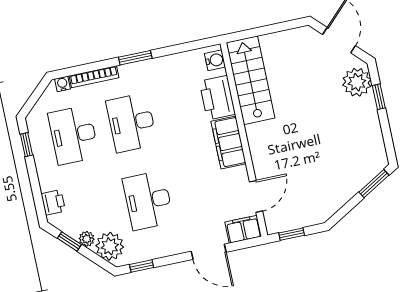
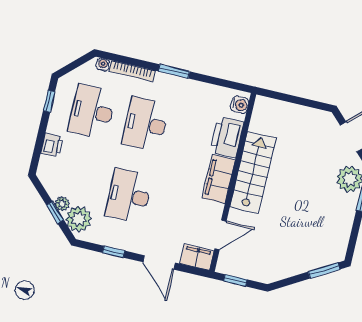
stairs: (250, 80) -> (253, 172), moved
printer: (53, 202) -> (52, 145), moved
window: (69, 241) -> (55, 212), moved
window: (142, 266) -> (114, 252), moved

